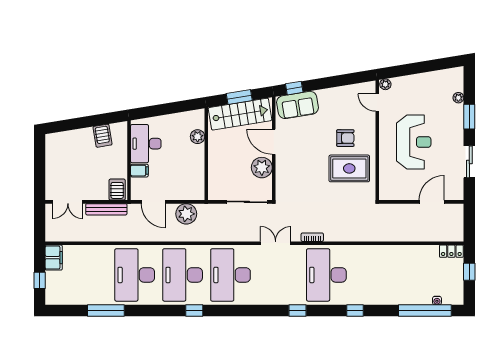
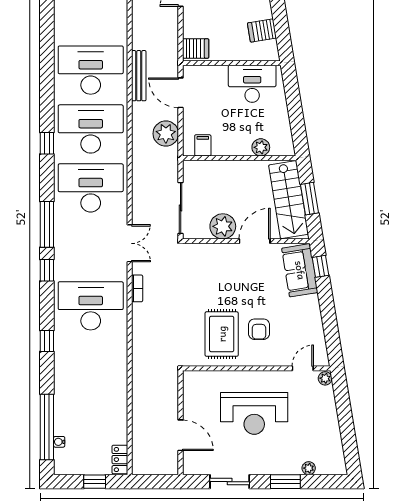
filing cabinet: (139, 171) -> (203, 145), moved, turned 180
door: (153, 202) -> (181, 93), hinge flipped
bench: (106, 209) -> (139, 76), moved
window: (106, 310) -> (47, 224), moved

